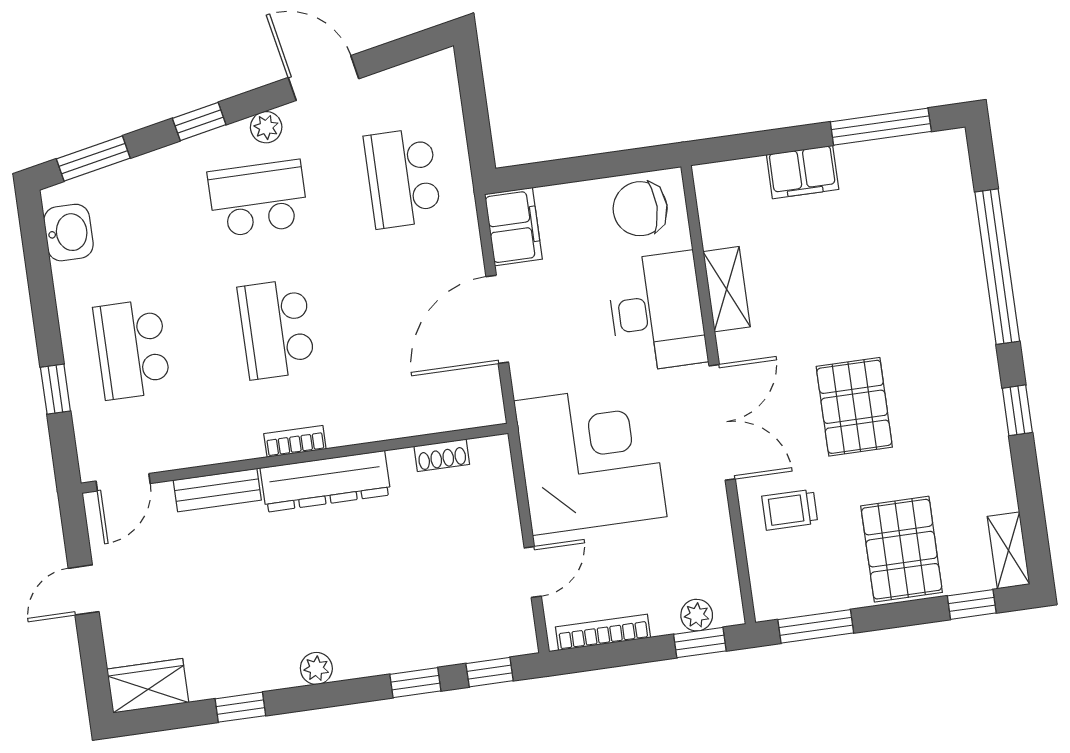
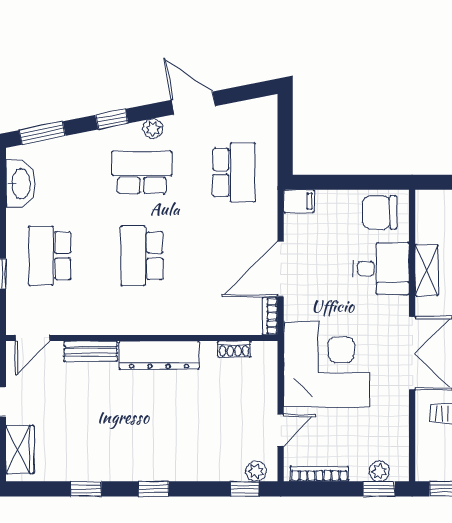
school desk: (402, 178) -> (234, 172), turned 180
filing cabinet: (513, 227) -> (299, 201), width x0.50
washbasin: (68, 233) -> (20, 184), width x1.38
desk: (657, 312) -> (381, 269), width x0.73
bookcase: (295, 441) -> (270, 316), moved, turned -90
plant: (316, 668) -> (256, 471), moved
window: (415, 683) -> (154, 489), moved
wardrobe: (148, 686) -> (20, 449), moved, turned 90

